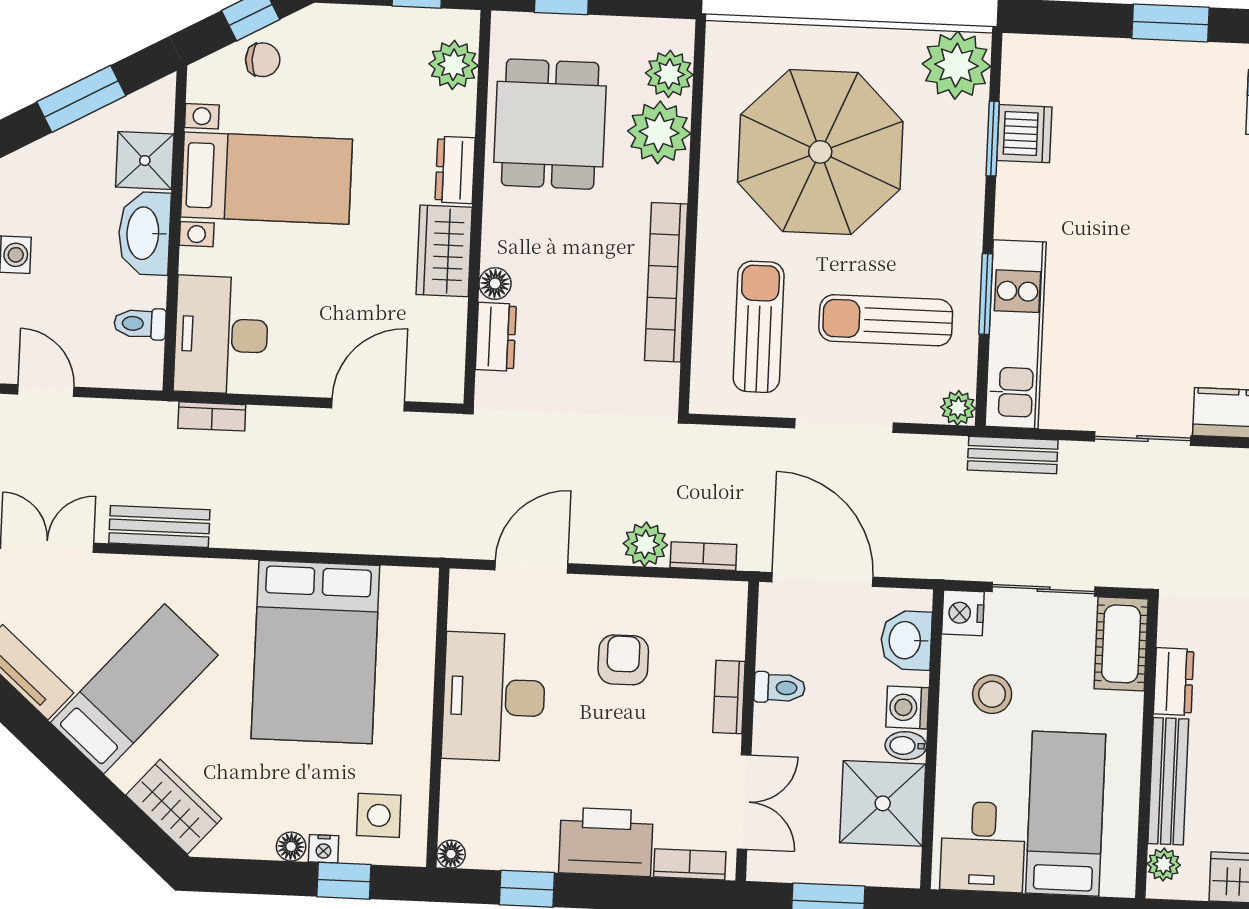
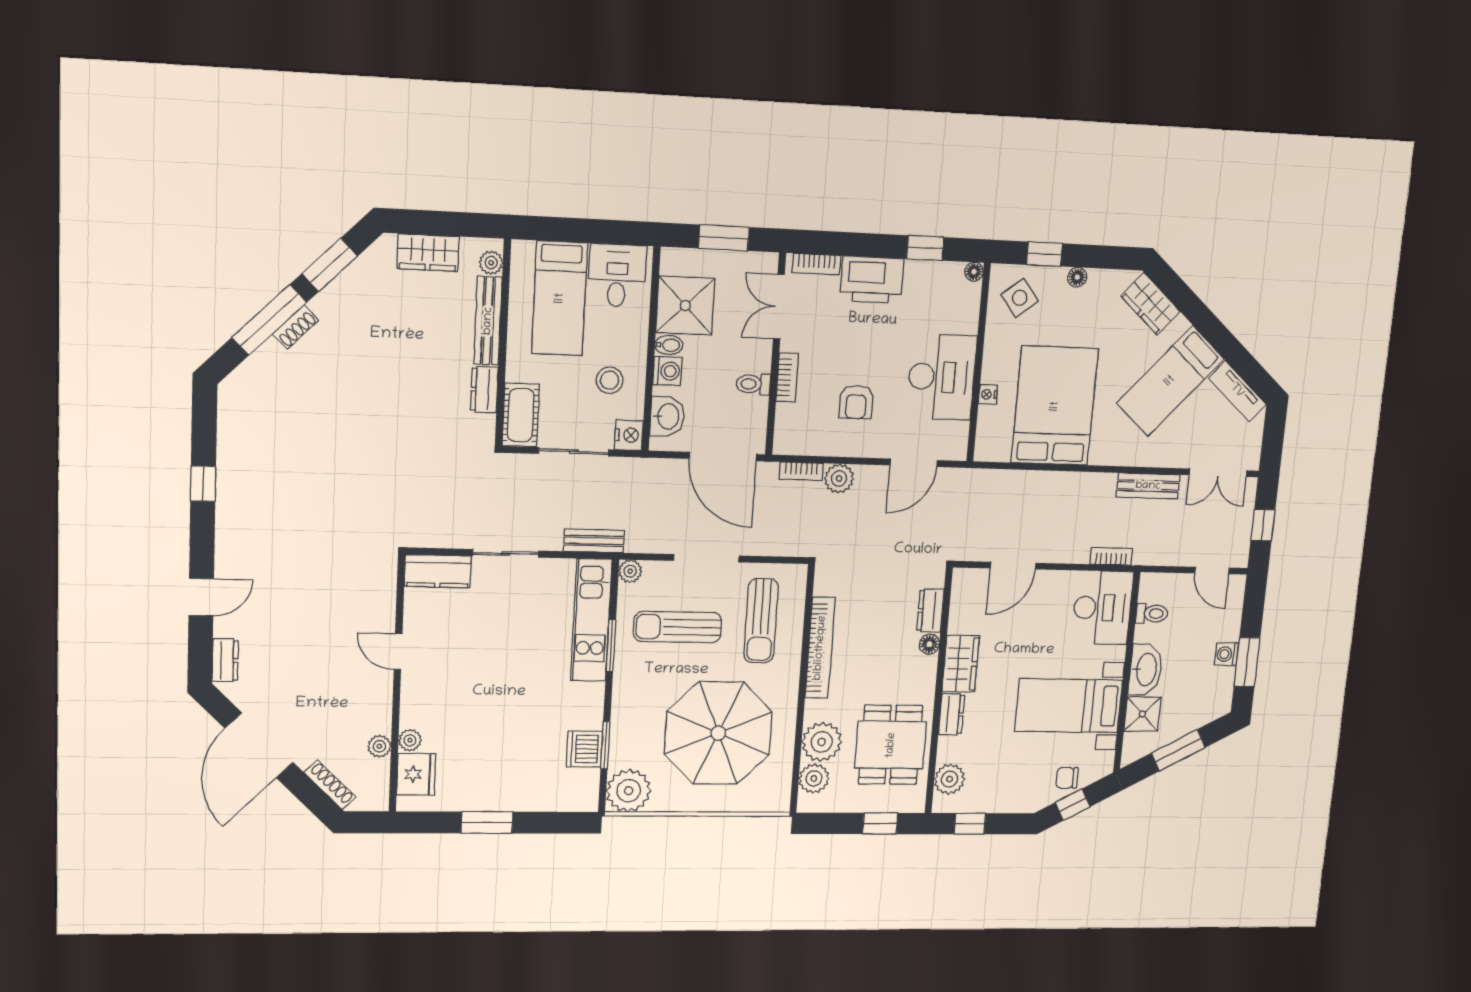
sun lounger: (886, 320) -> (678, 627), turned 180
side table: (379, 815) -> (1020, 298), turned -38
nightstand: (324, 849) -> (988, 394), moved, turned -90

